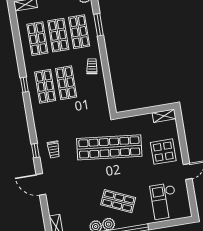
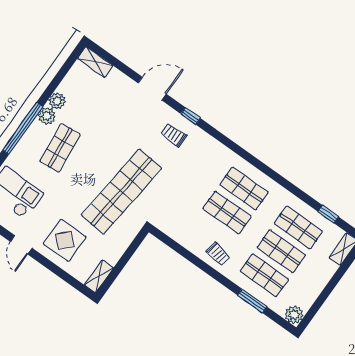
window: (24, 85) -> (328, 214), moved
shop shelf: (118, 201) -> (60, 148), turned -30

